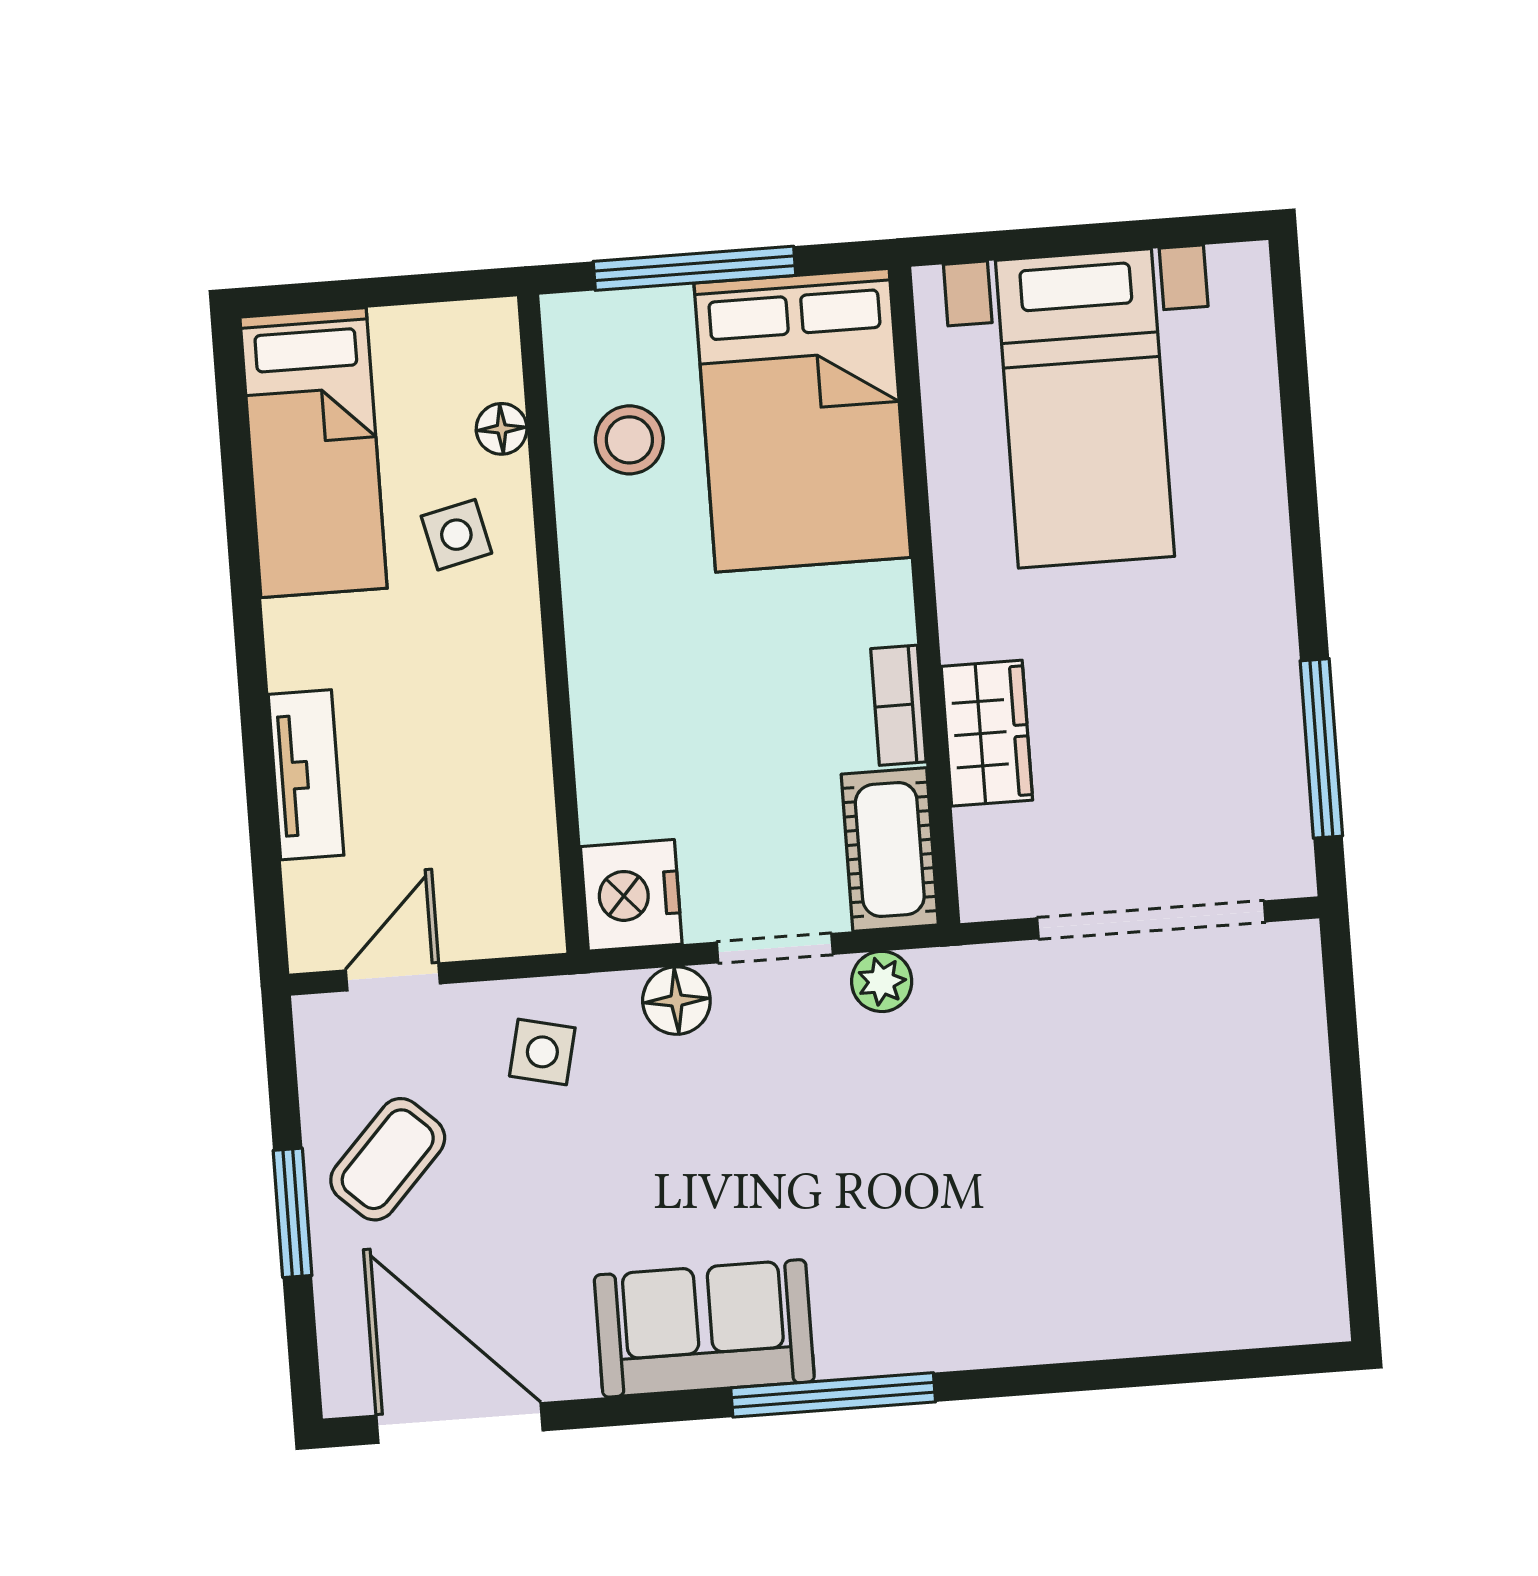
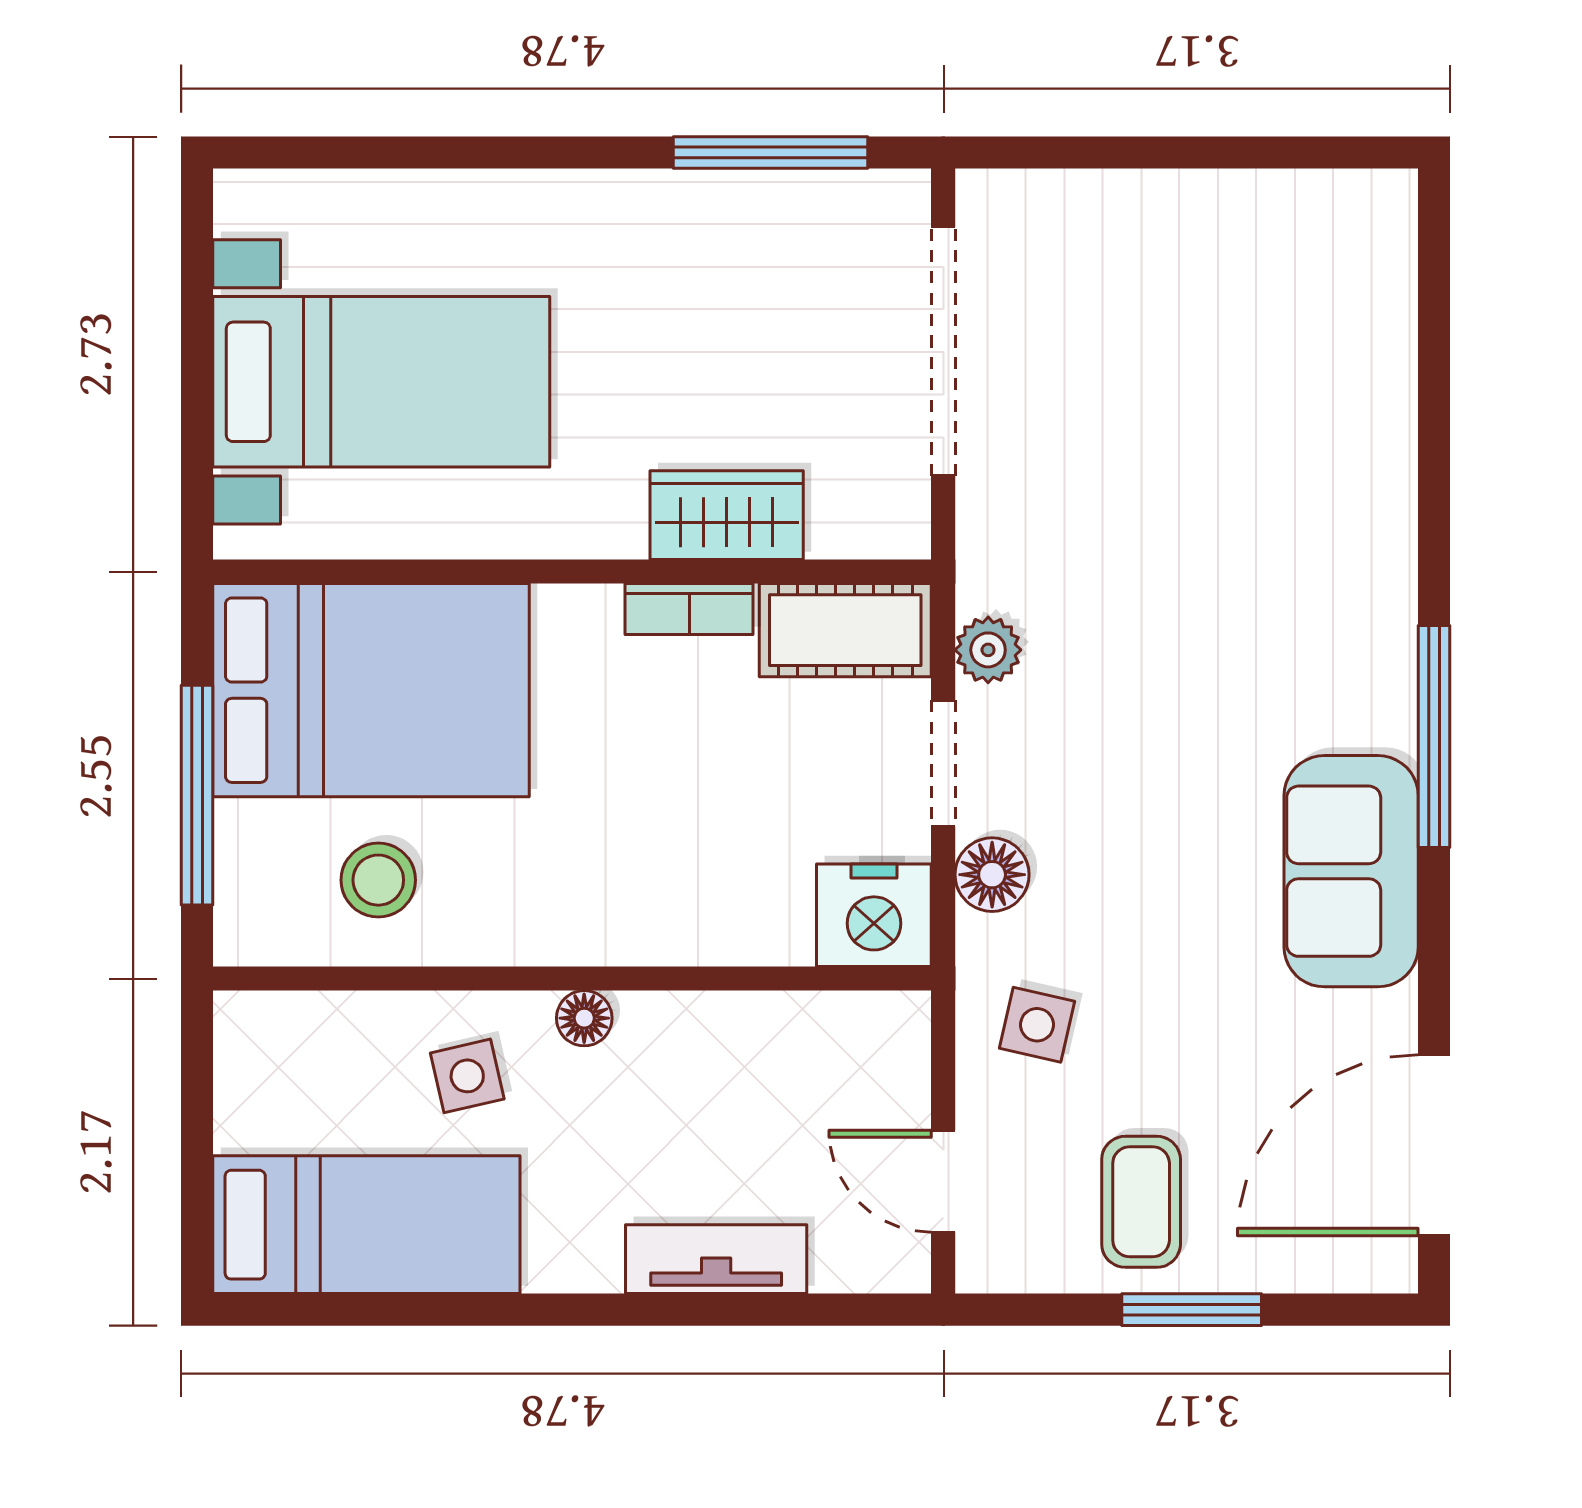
floor lamp: (502, 429) -> (584, 1018), moved
coffee table: (388, 1159) -> (1141, 1202), turned 47

